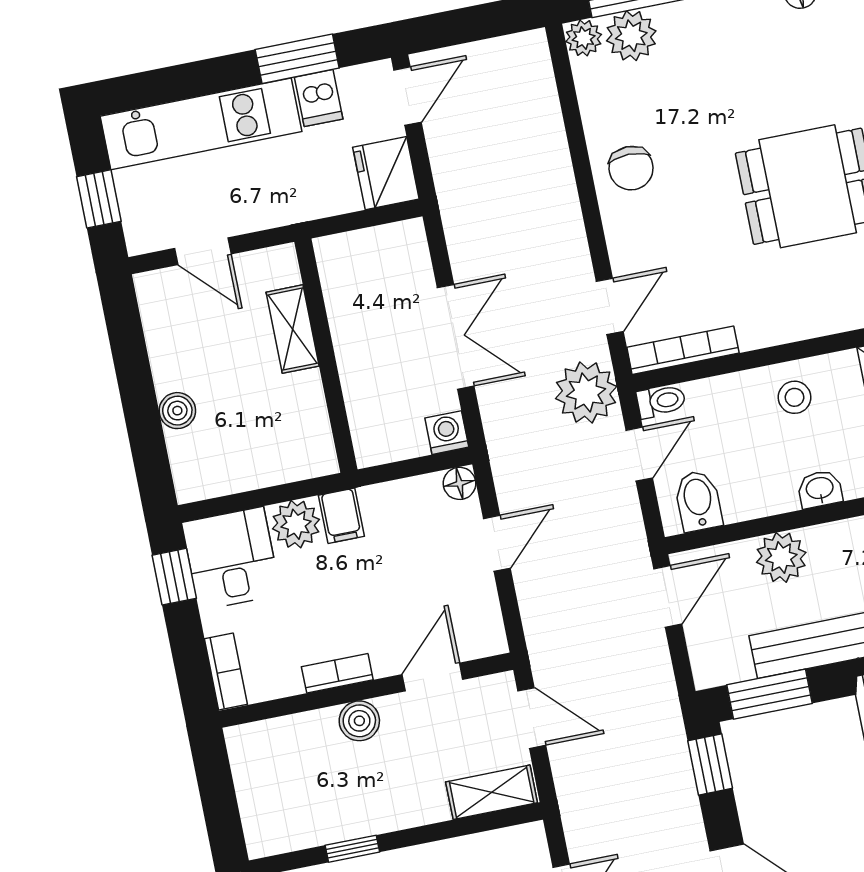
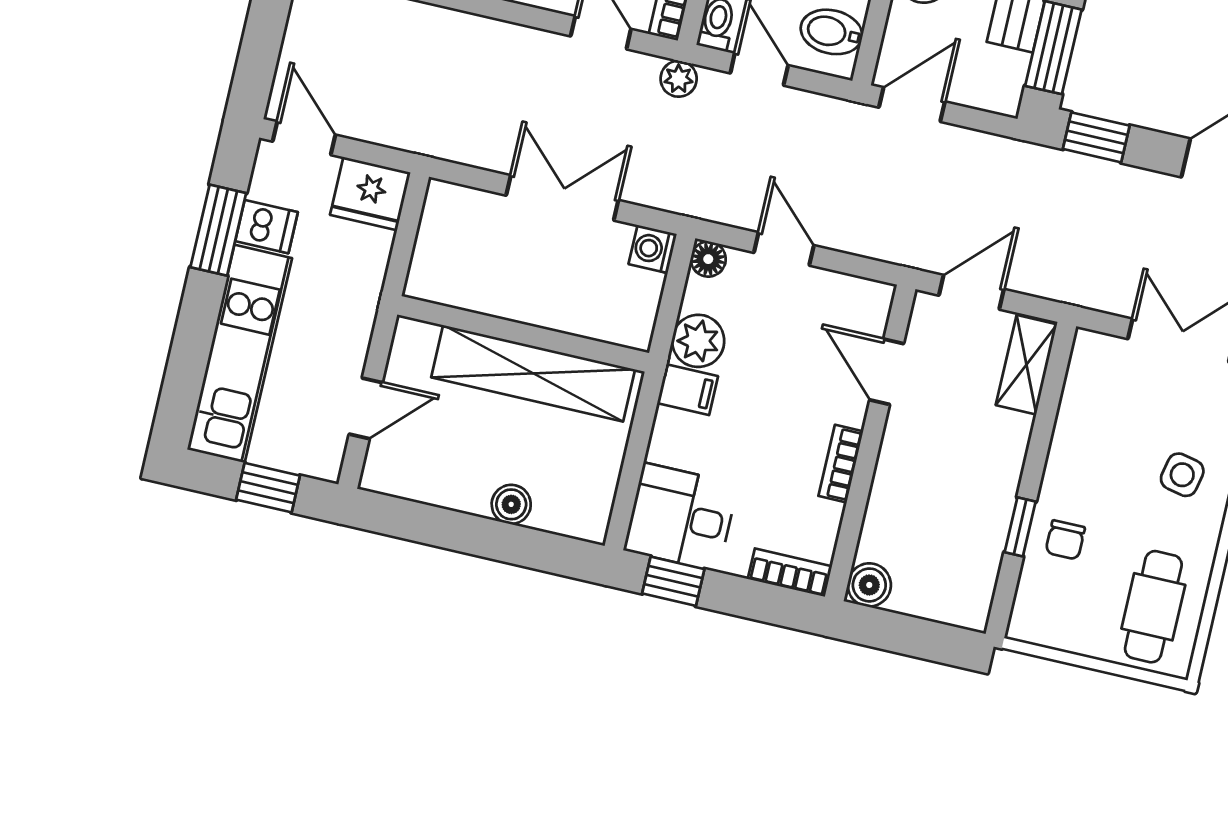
shelving: (293, 329) -> (533, 373), width x2.20, depth x1.33
plant: (586, 392) -> (679, 79), width x0.53, depth x0.53
plant: (296, 524) -> (698, 341), moved
door: (668, 596) -> (912, 104), hinge flipped
boiler: (359, 721) -> (869, 585), moved

